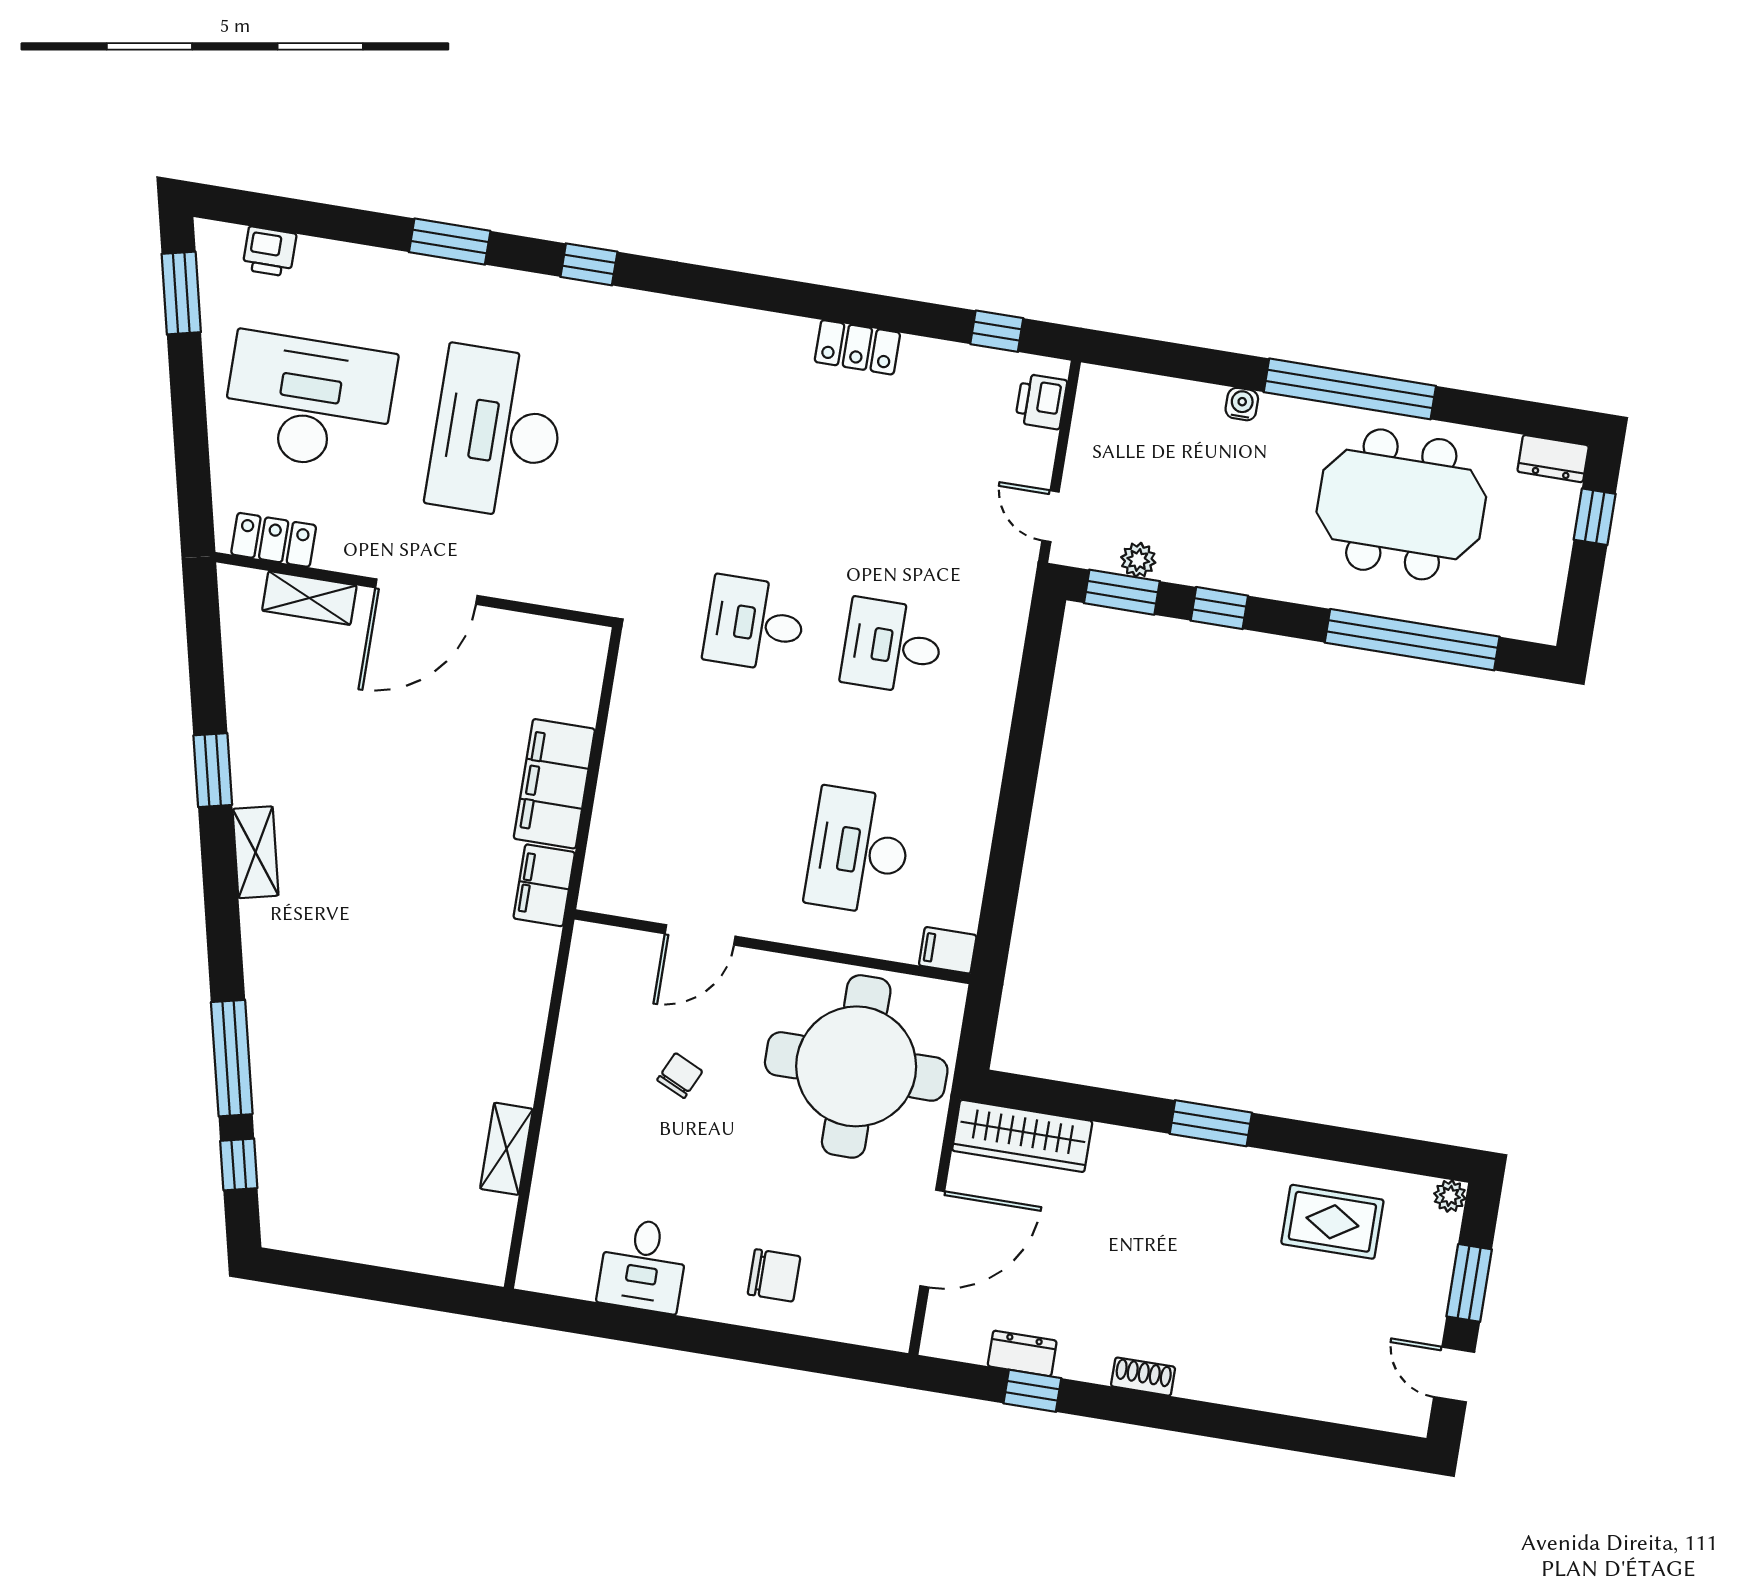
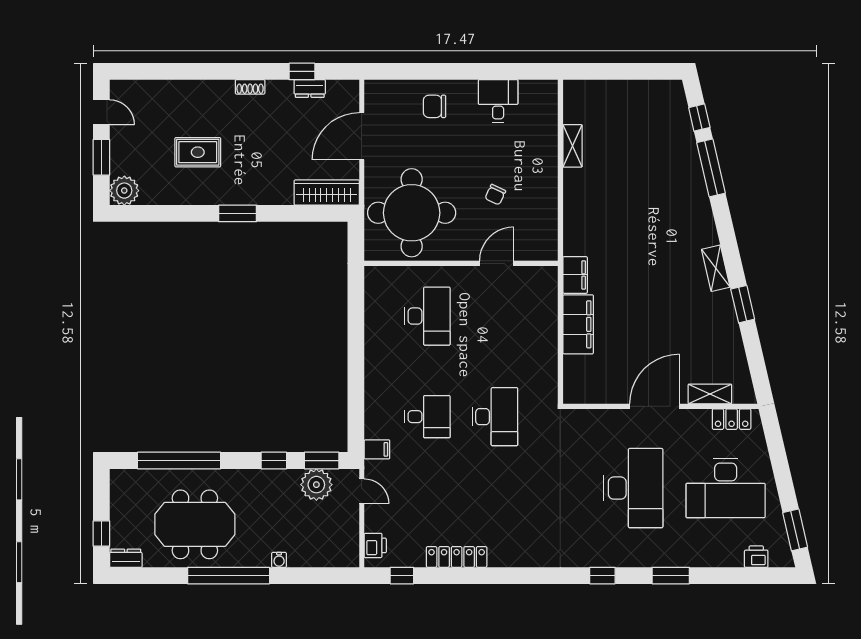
locker: (857, 347) -> (457, 557), width x1.53
plant: (1138, 560) -> (316, 485), width x1.87, depth x1.87
desk: (755, 624) -> (495, 417), width x1.37
filing cabinet: (948, 950) -> (377, 449), moved
plant: (1450, 1196) -> (124, 191), width x1.88, depth x1.88
rug: (1332, 1222) -> (198, 152), moved

